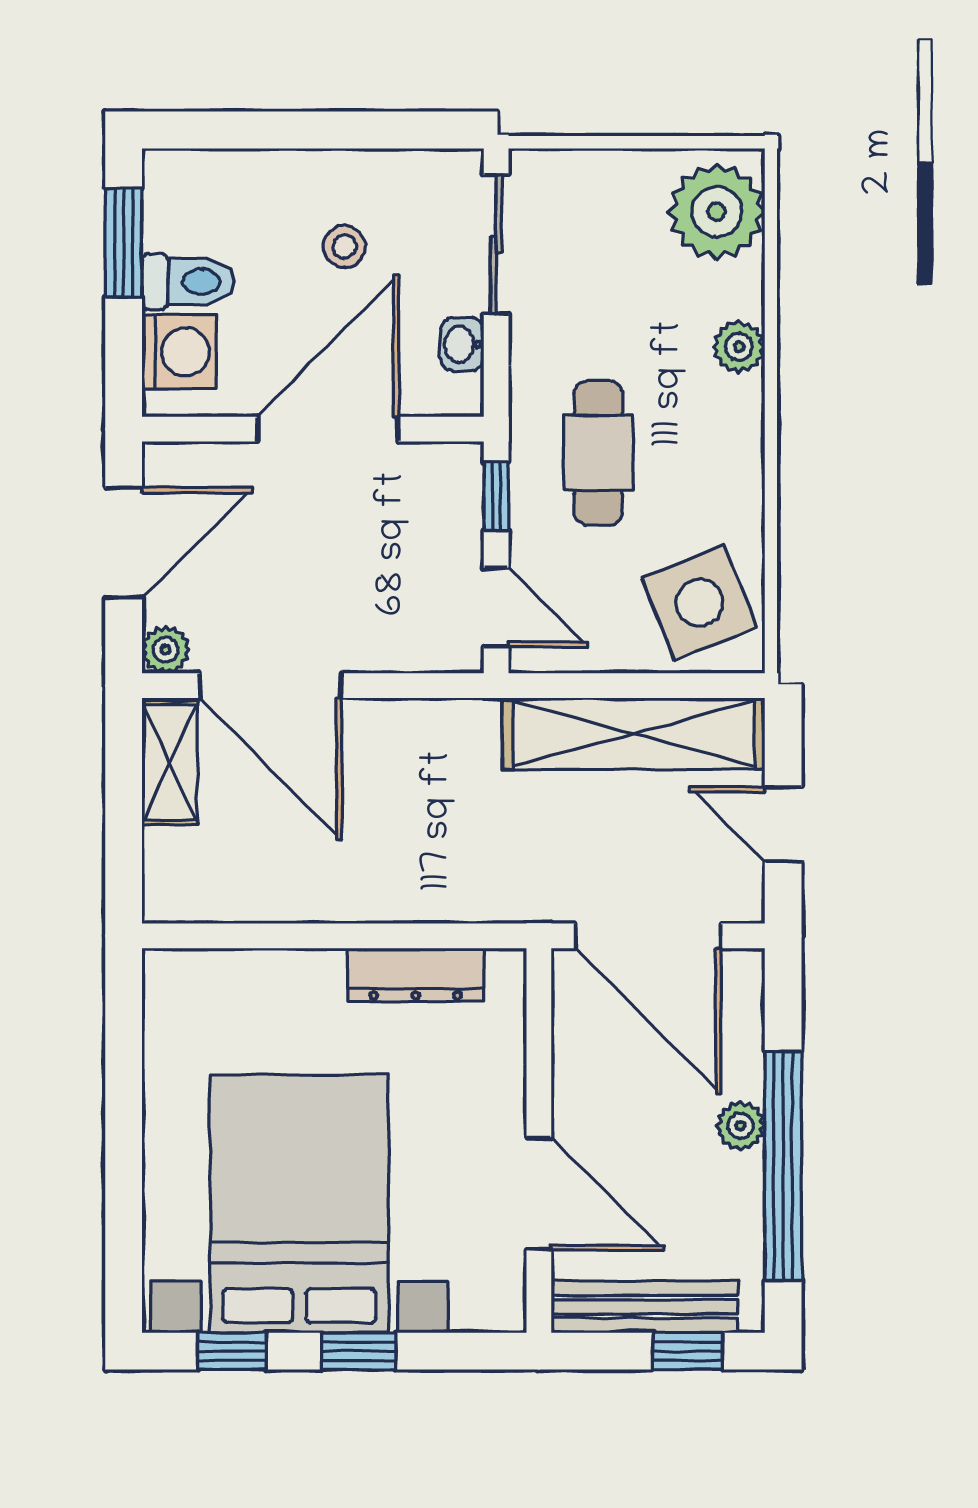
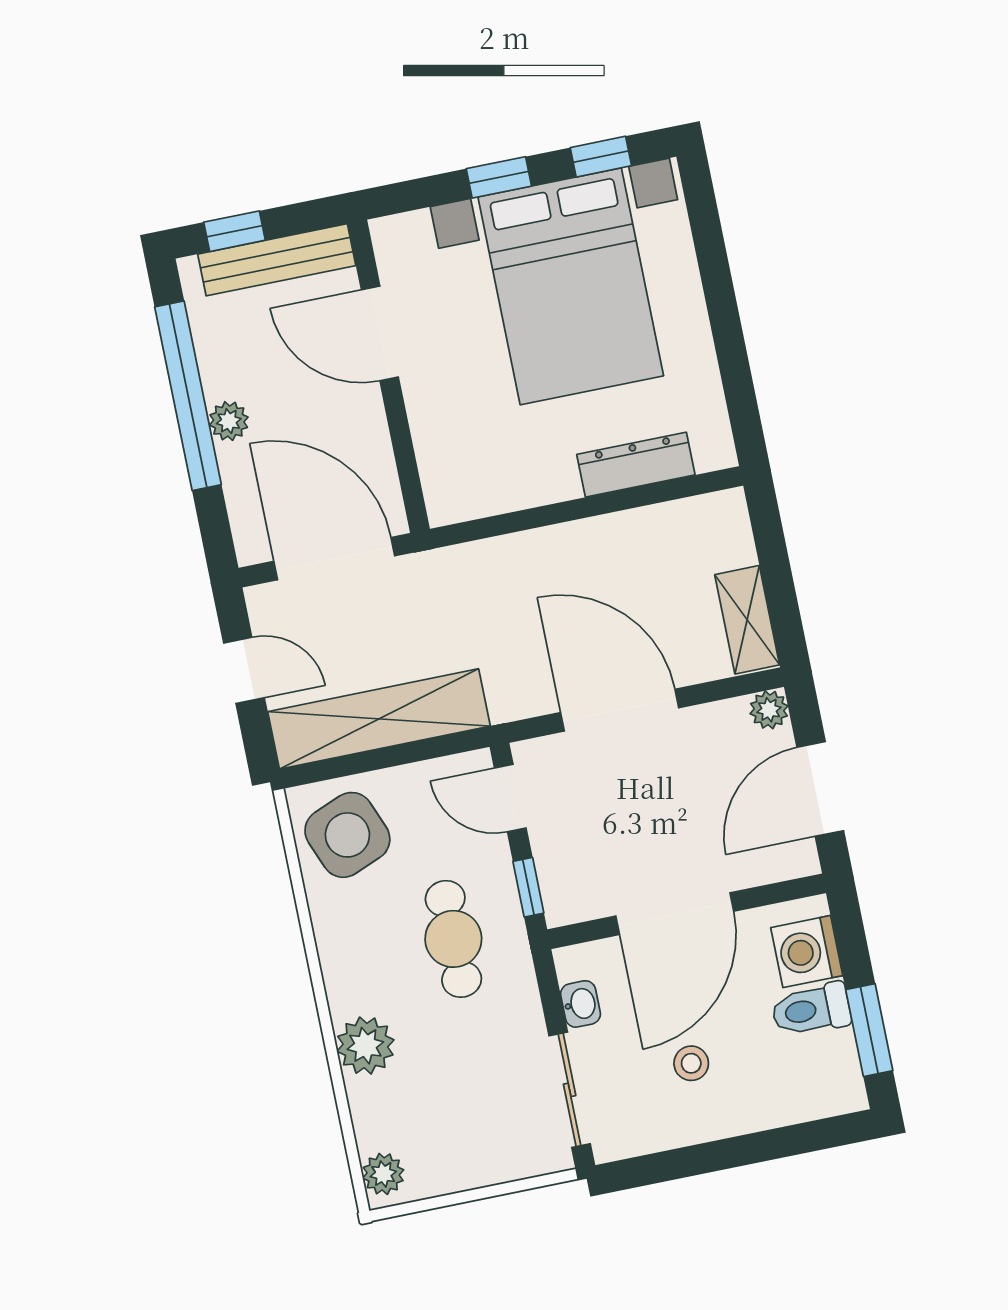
plant: (717, 212) -> (383, 1174), width x0.53, depth x0.53
plant: (739, 347) -> (365, 1046), width x1.38, depth x1.38
door: (271, 686) -> (620, 710), moved
dresser: (416, 975) -> (636, 465), moved

